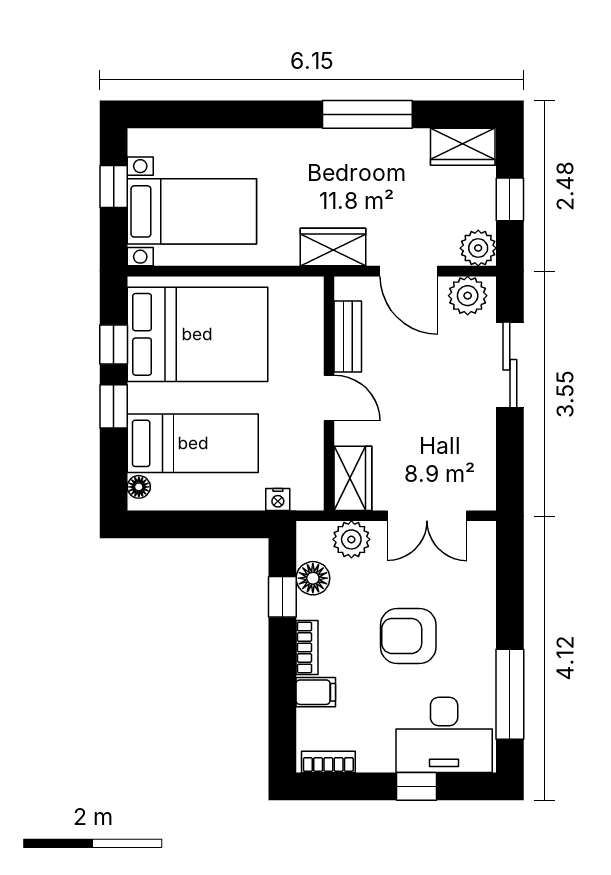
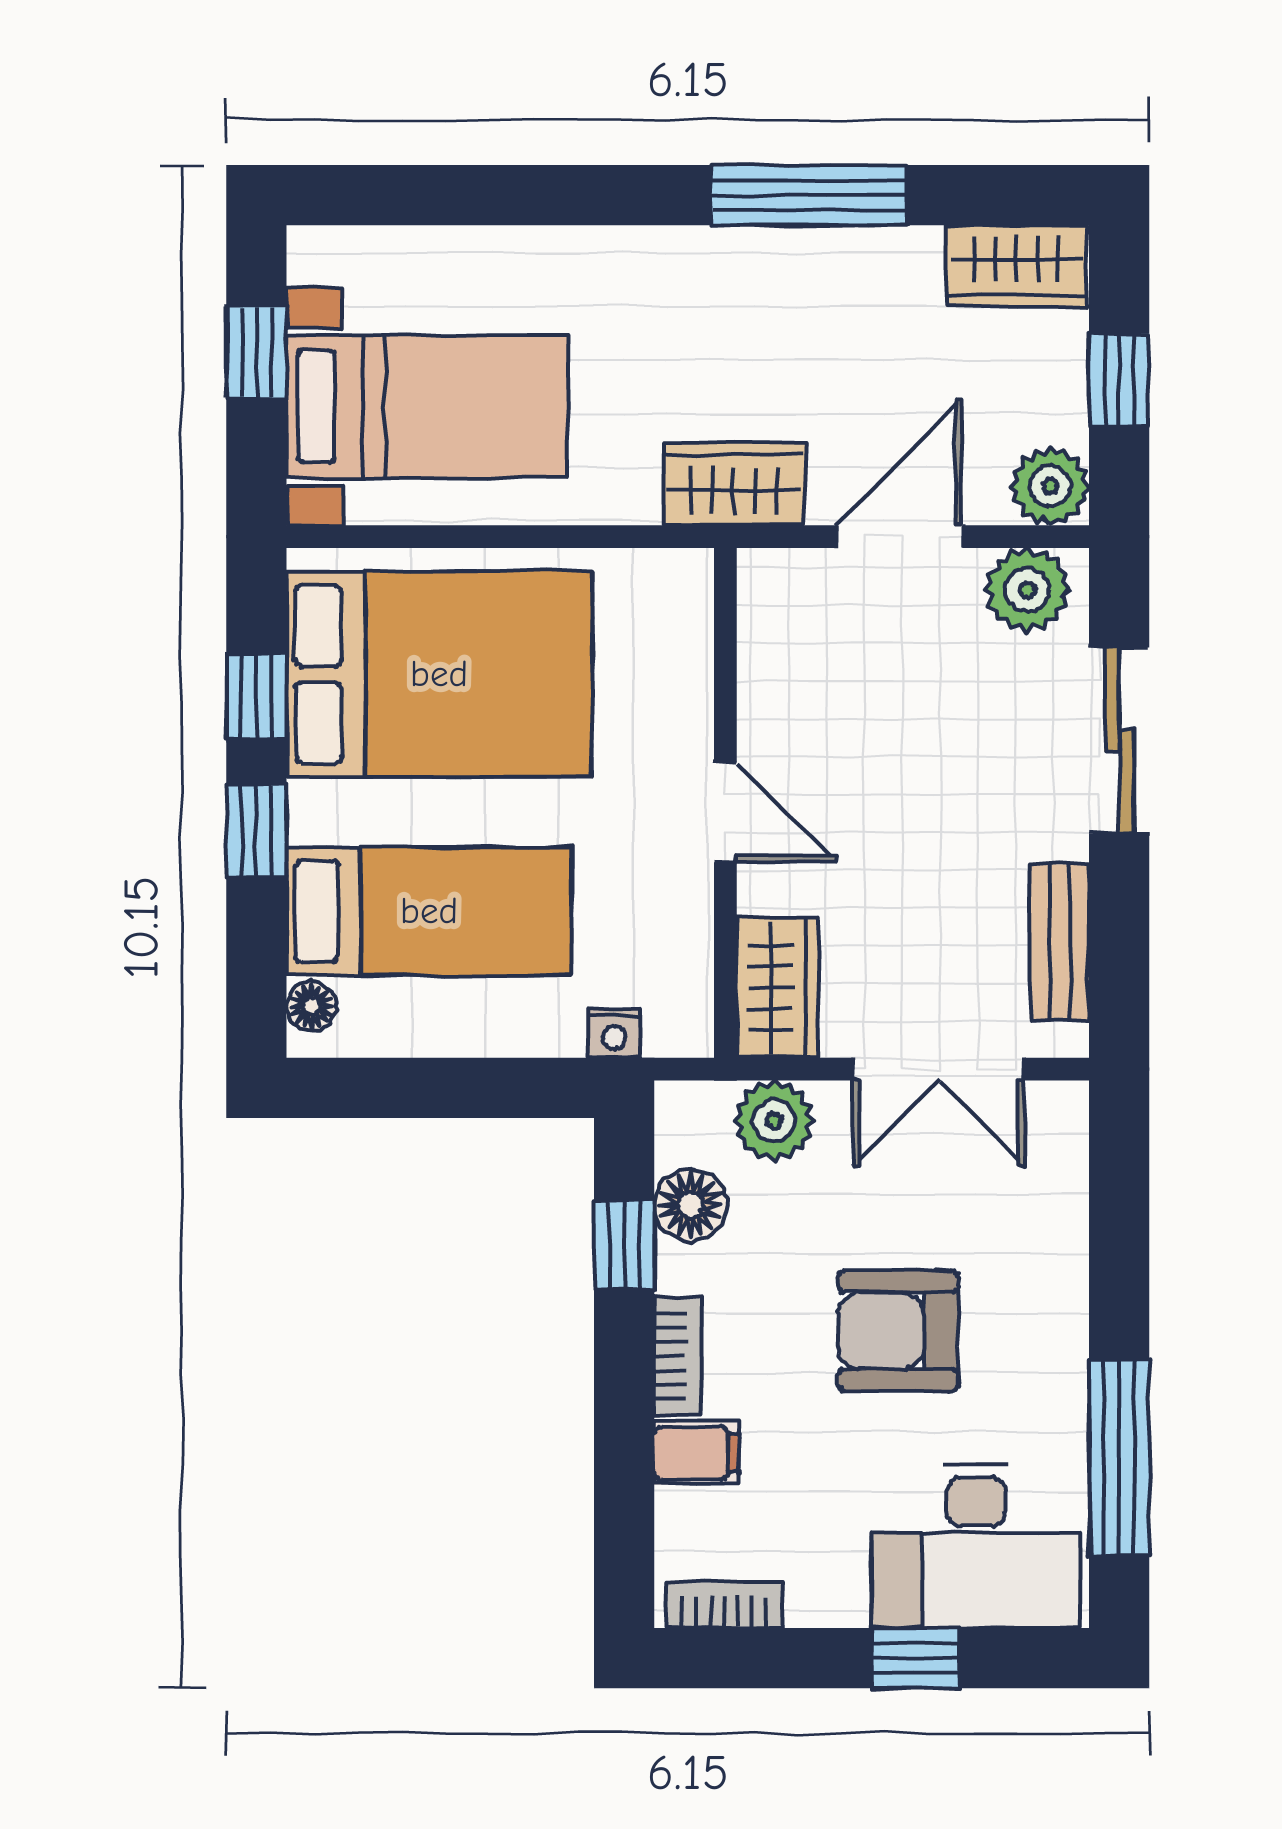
door: (409, 271) -> (899, 537), swing flipped
bench: (348, 336) -> (1060, 942), moved

